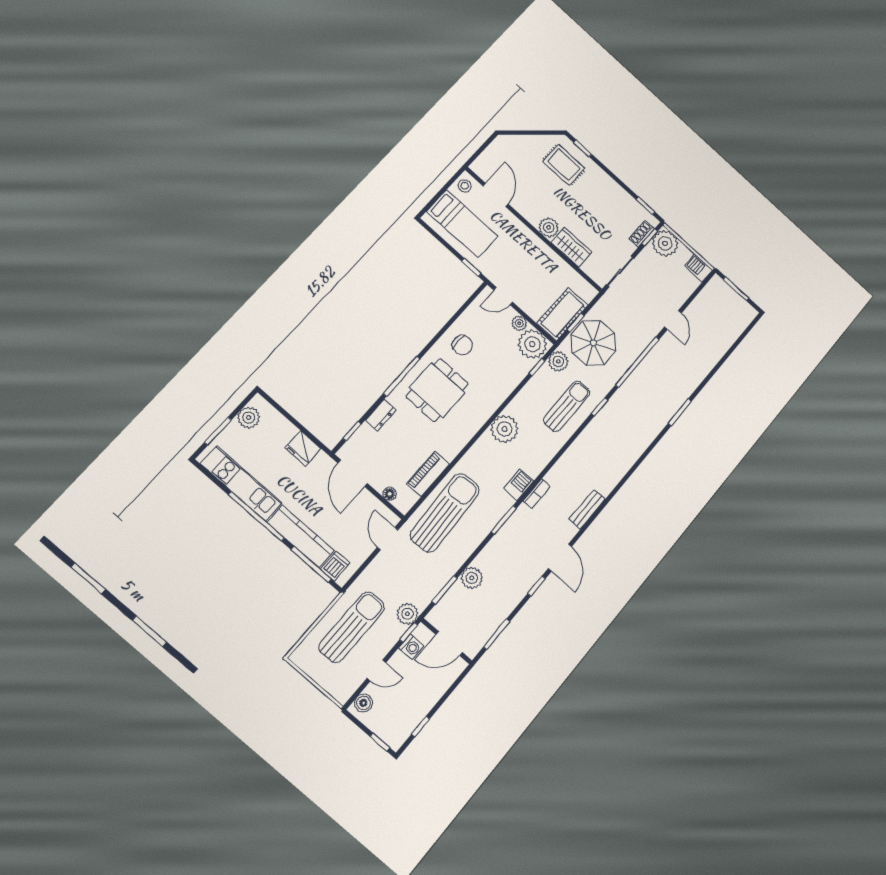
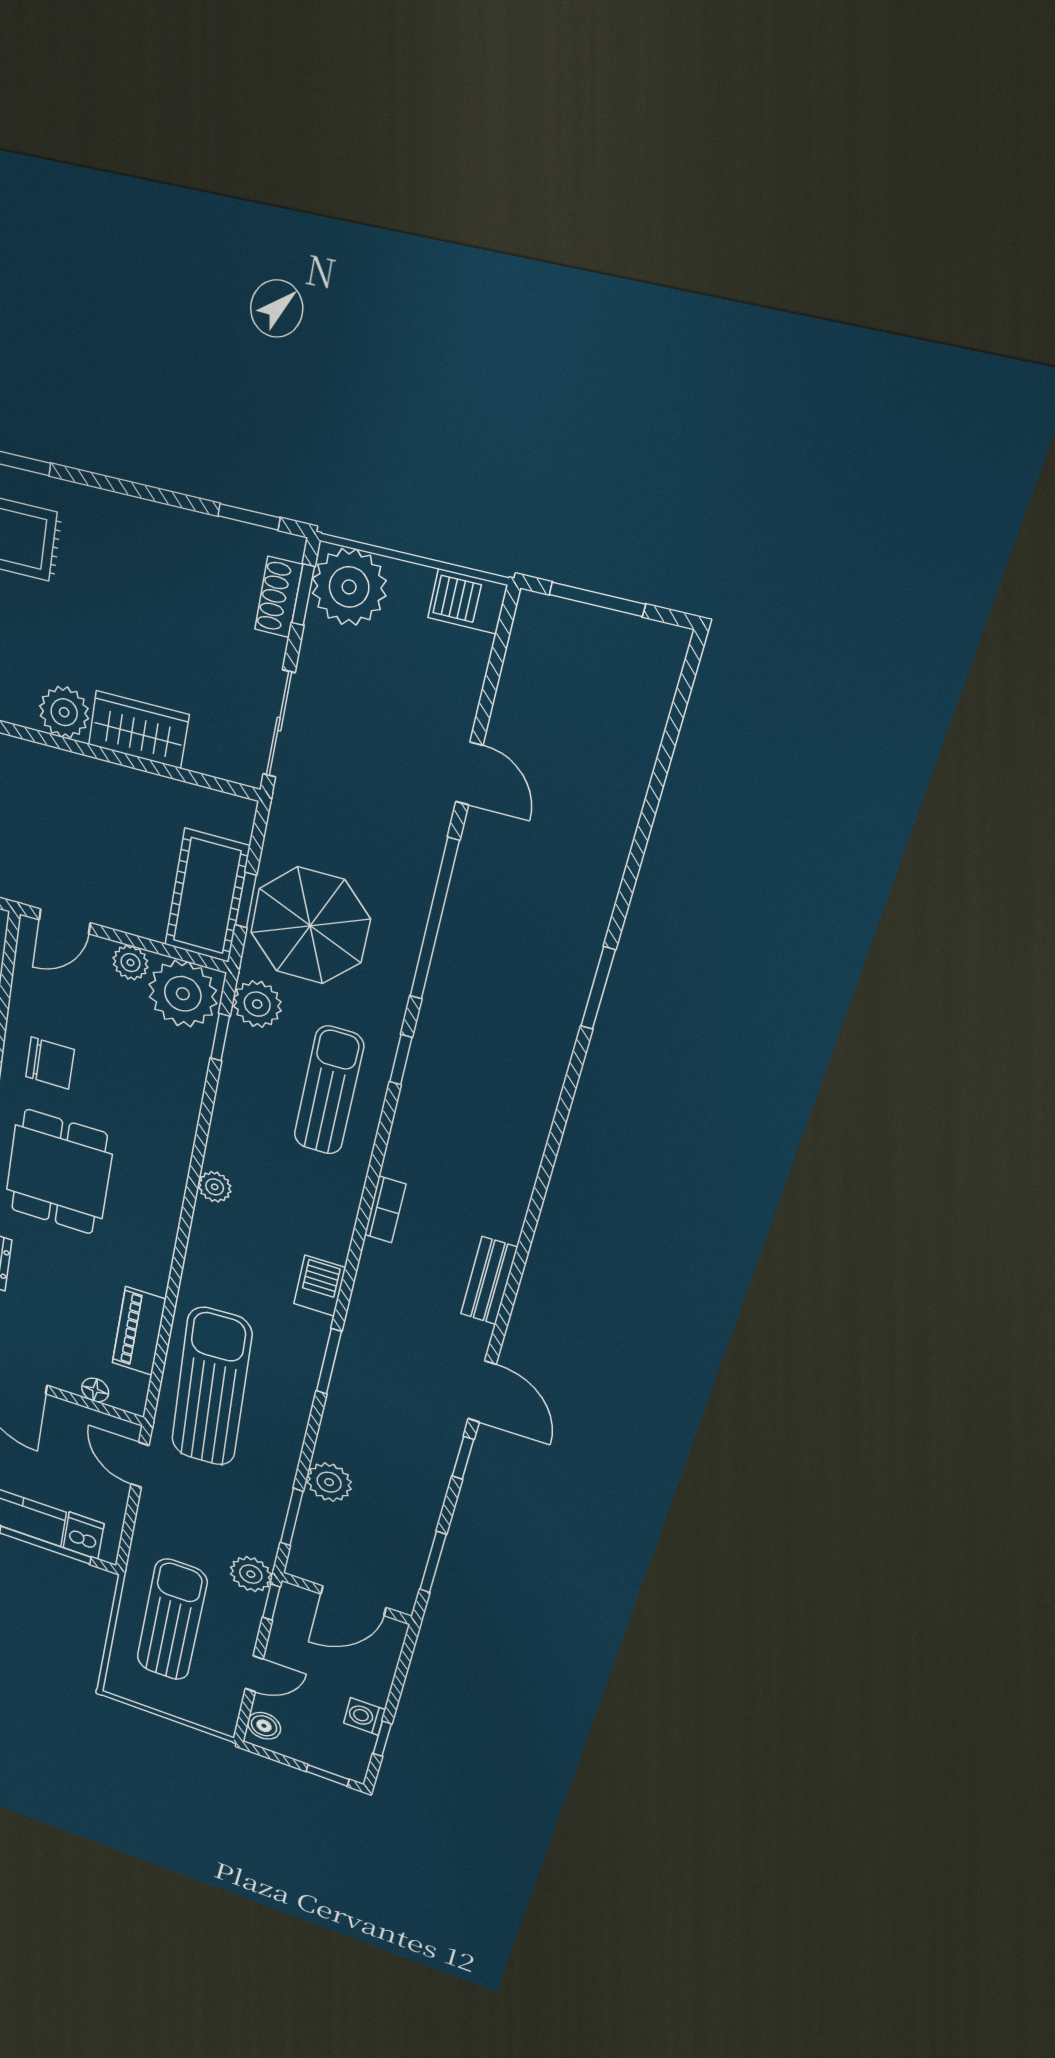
plant: (504, 429) -> (215, 1187), width x0.53, depth x0.53
bookcase: (537, 494) -> (385, 1209), moved
washing machine: (411, 647) -> (364, 1716), moved, turned 180

